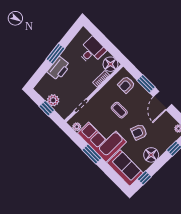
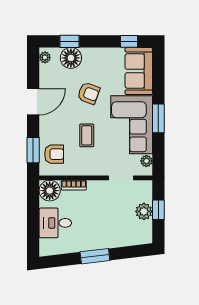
printer: (59, 69) -> (107, 238), removed
window: (146, 84) -> (33, 150), moved
floor lamp: (151, 155) -> (71, 58), moved

